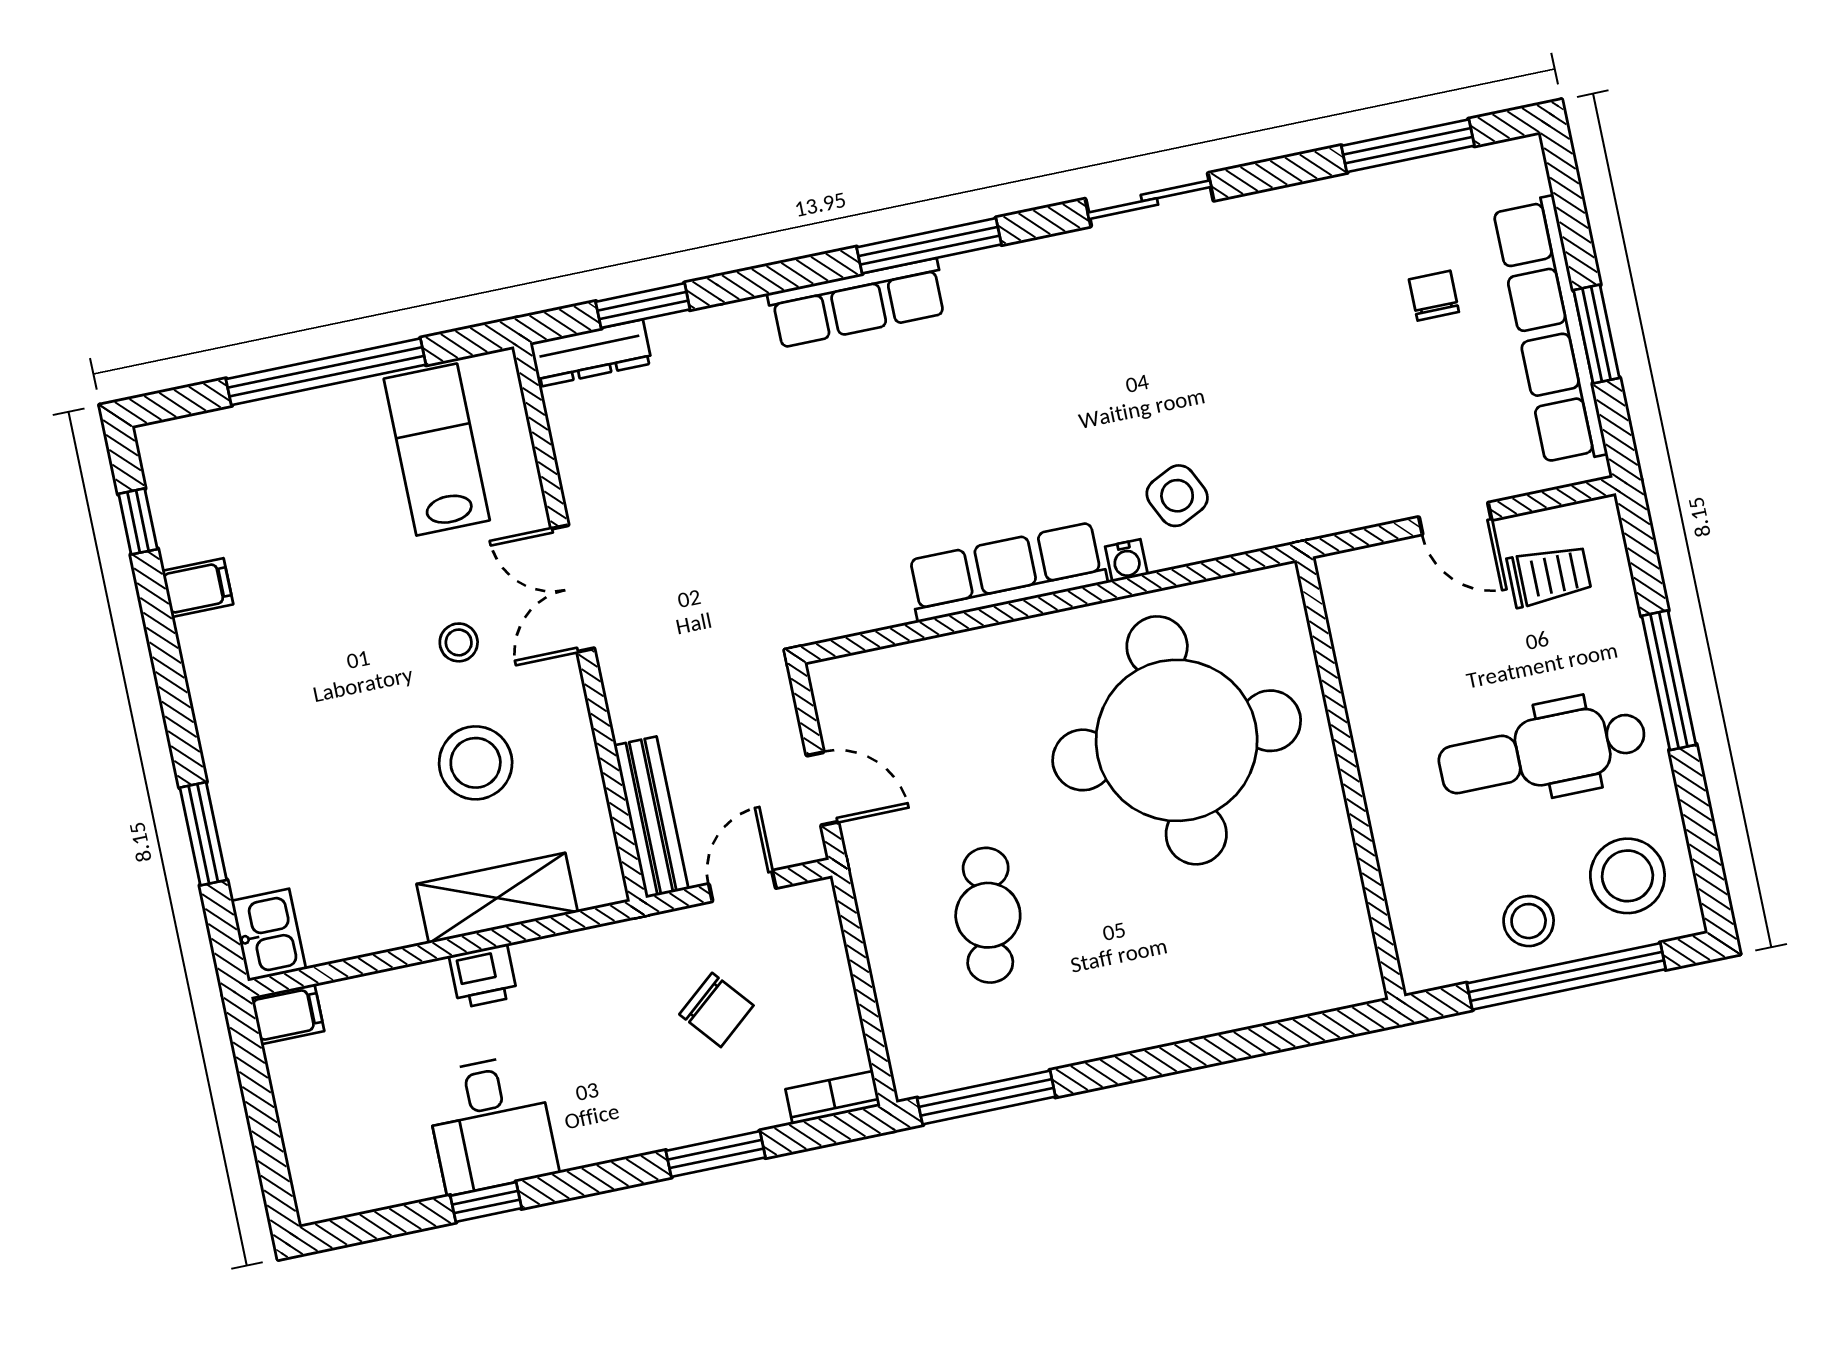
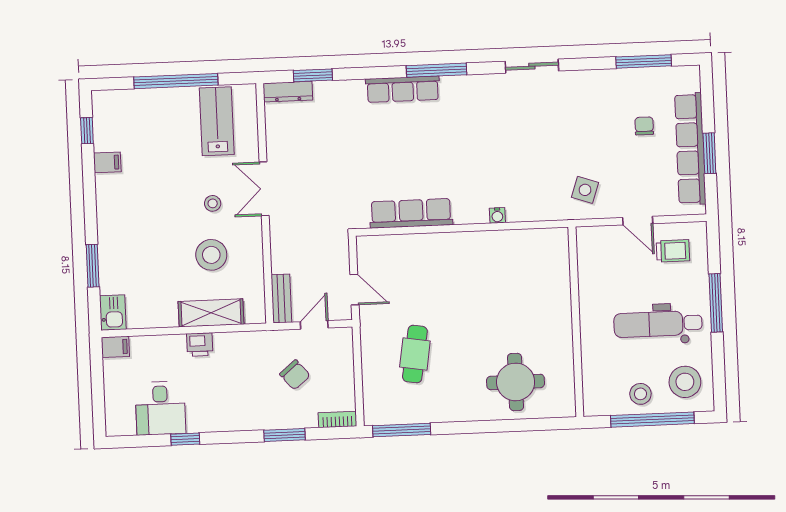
side table: (1177, 496) -> (585, 190), moved, turned 45
row of seats: (1007, 572) -> (411, 213), moved
round table: (1177, 740) -> (516, 382), moved, width x0.54, depth x0.54
bench: (651, 817) -> (281, 299), width x0.73
desk: (491, 1124) -> (160, 408), moved

